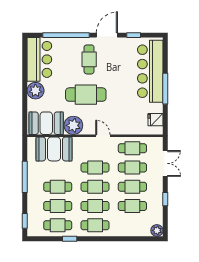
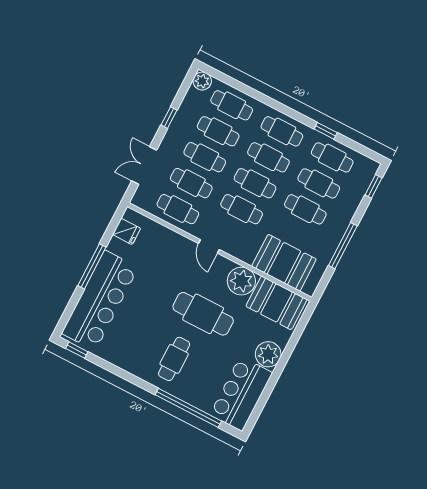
door: (107, 35) -> (133, 379), removed
window: (134, 35) -> (77, 350), moved
cafe table: (132, 225) -> (232, 105), added

